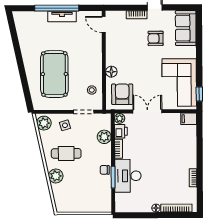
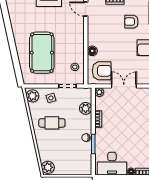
armchair: (122, 94) -> (102, 71), turned 90
printer: (121, 131) -> (100, 104), removed
plant: (56, 176) -> (48, 167), moved
desk: (128, 176) -> (112, 164), moved, turned -90

